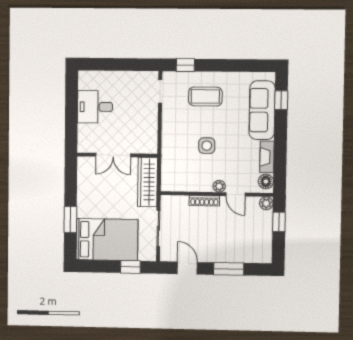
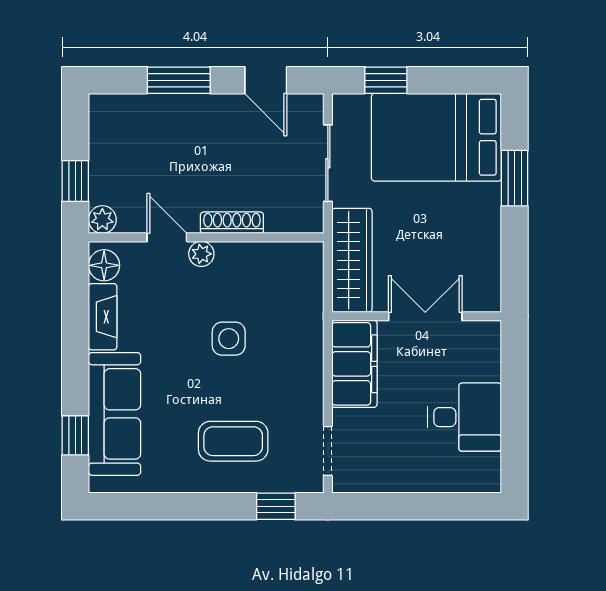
filing cabinet: (147, 133) -> (354, 364), added

